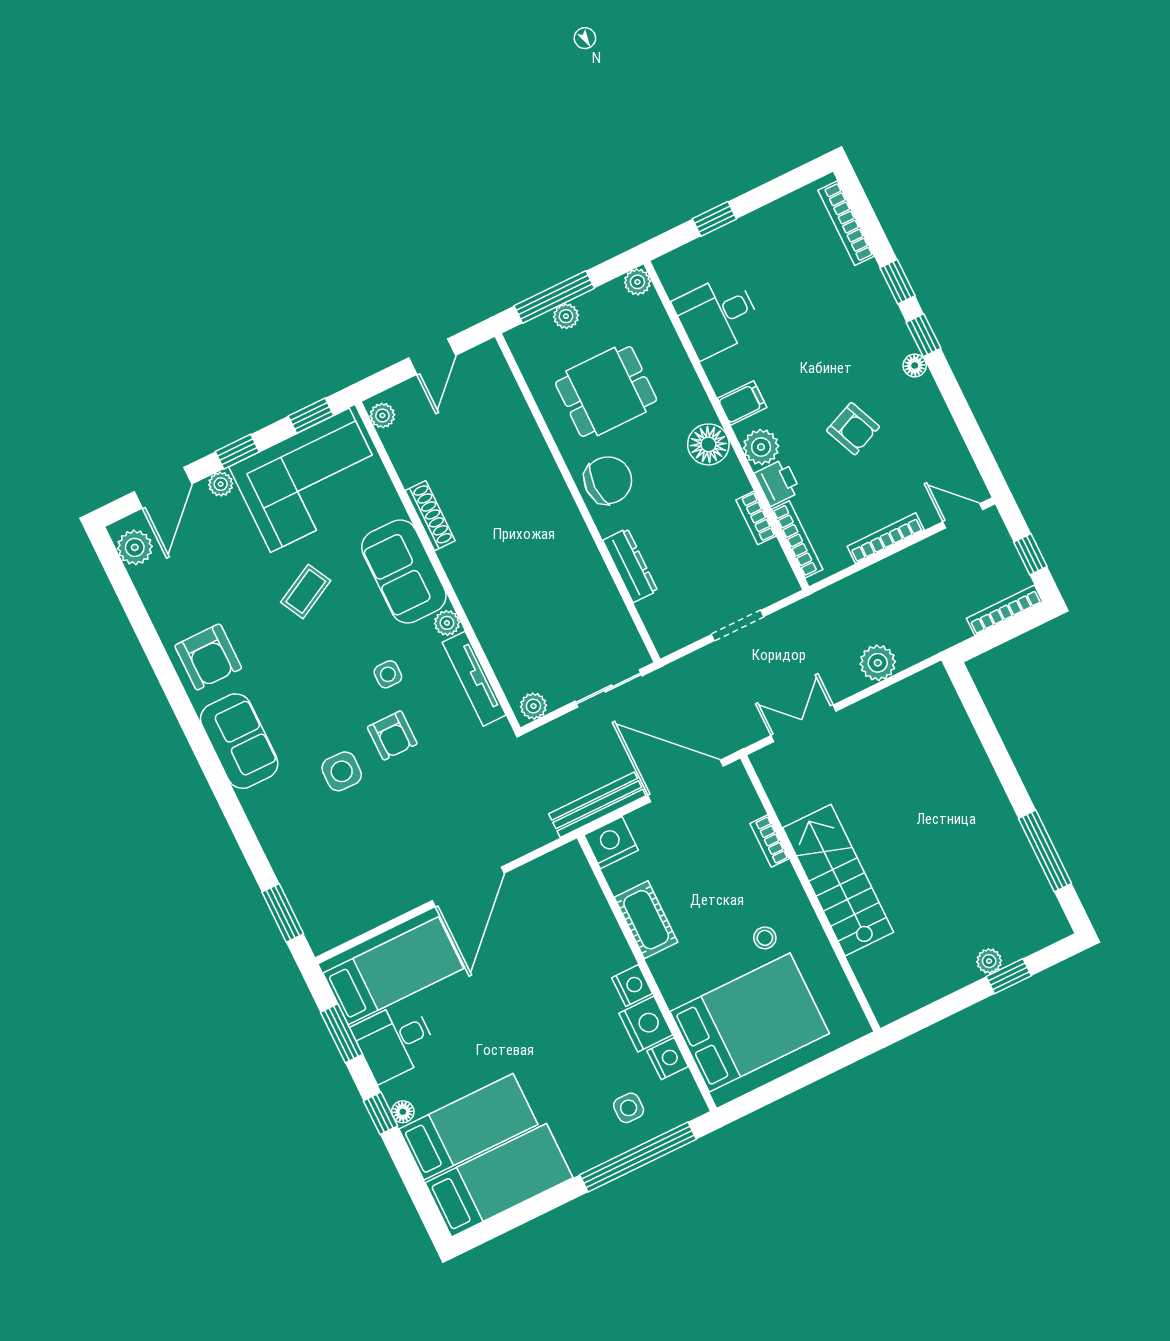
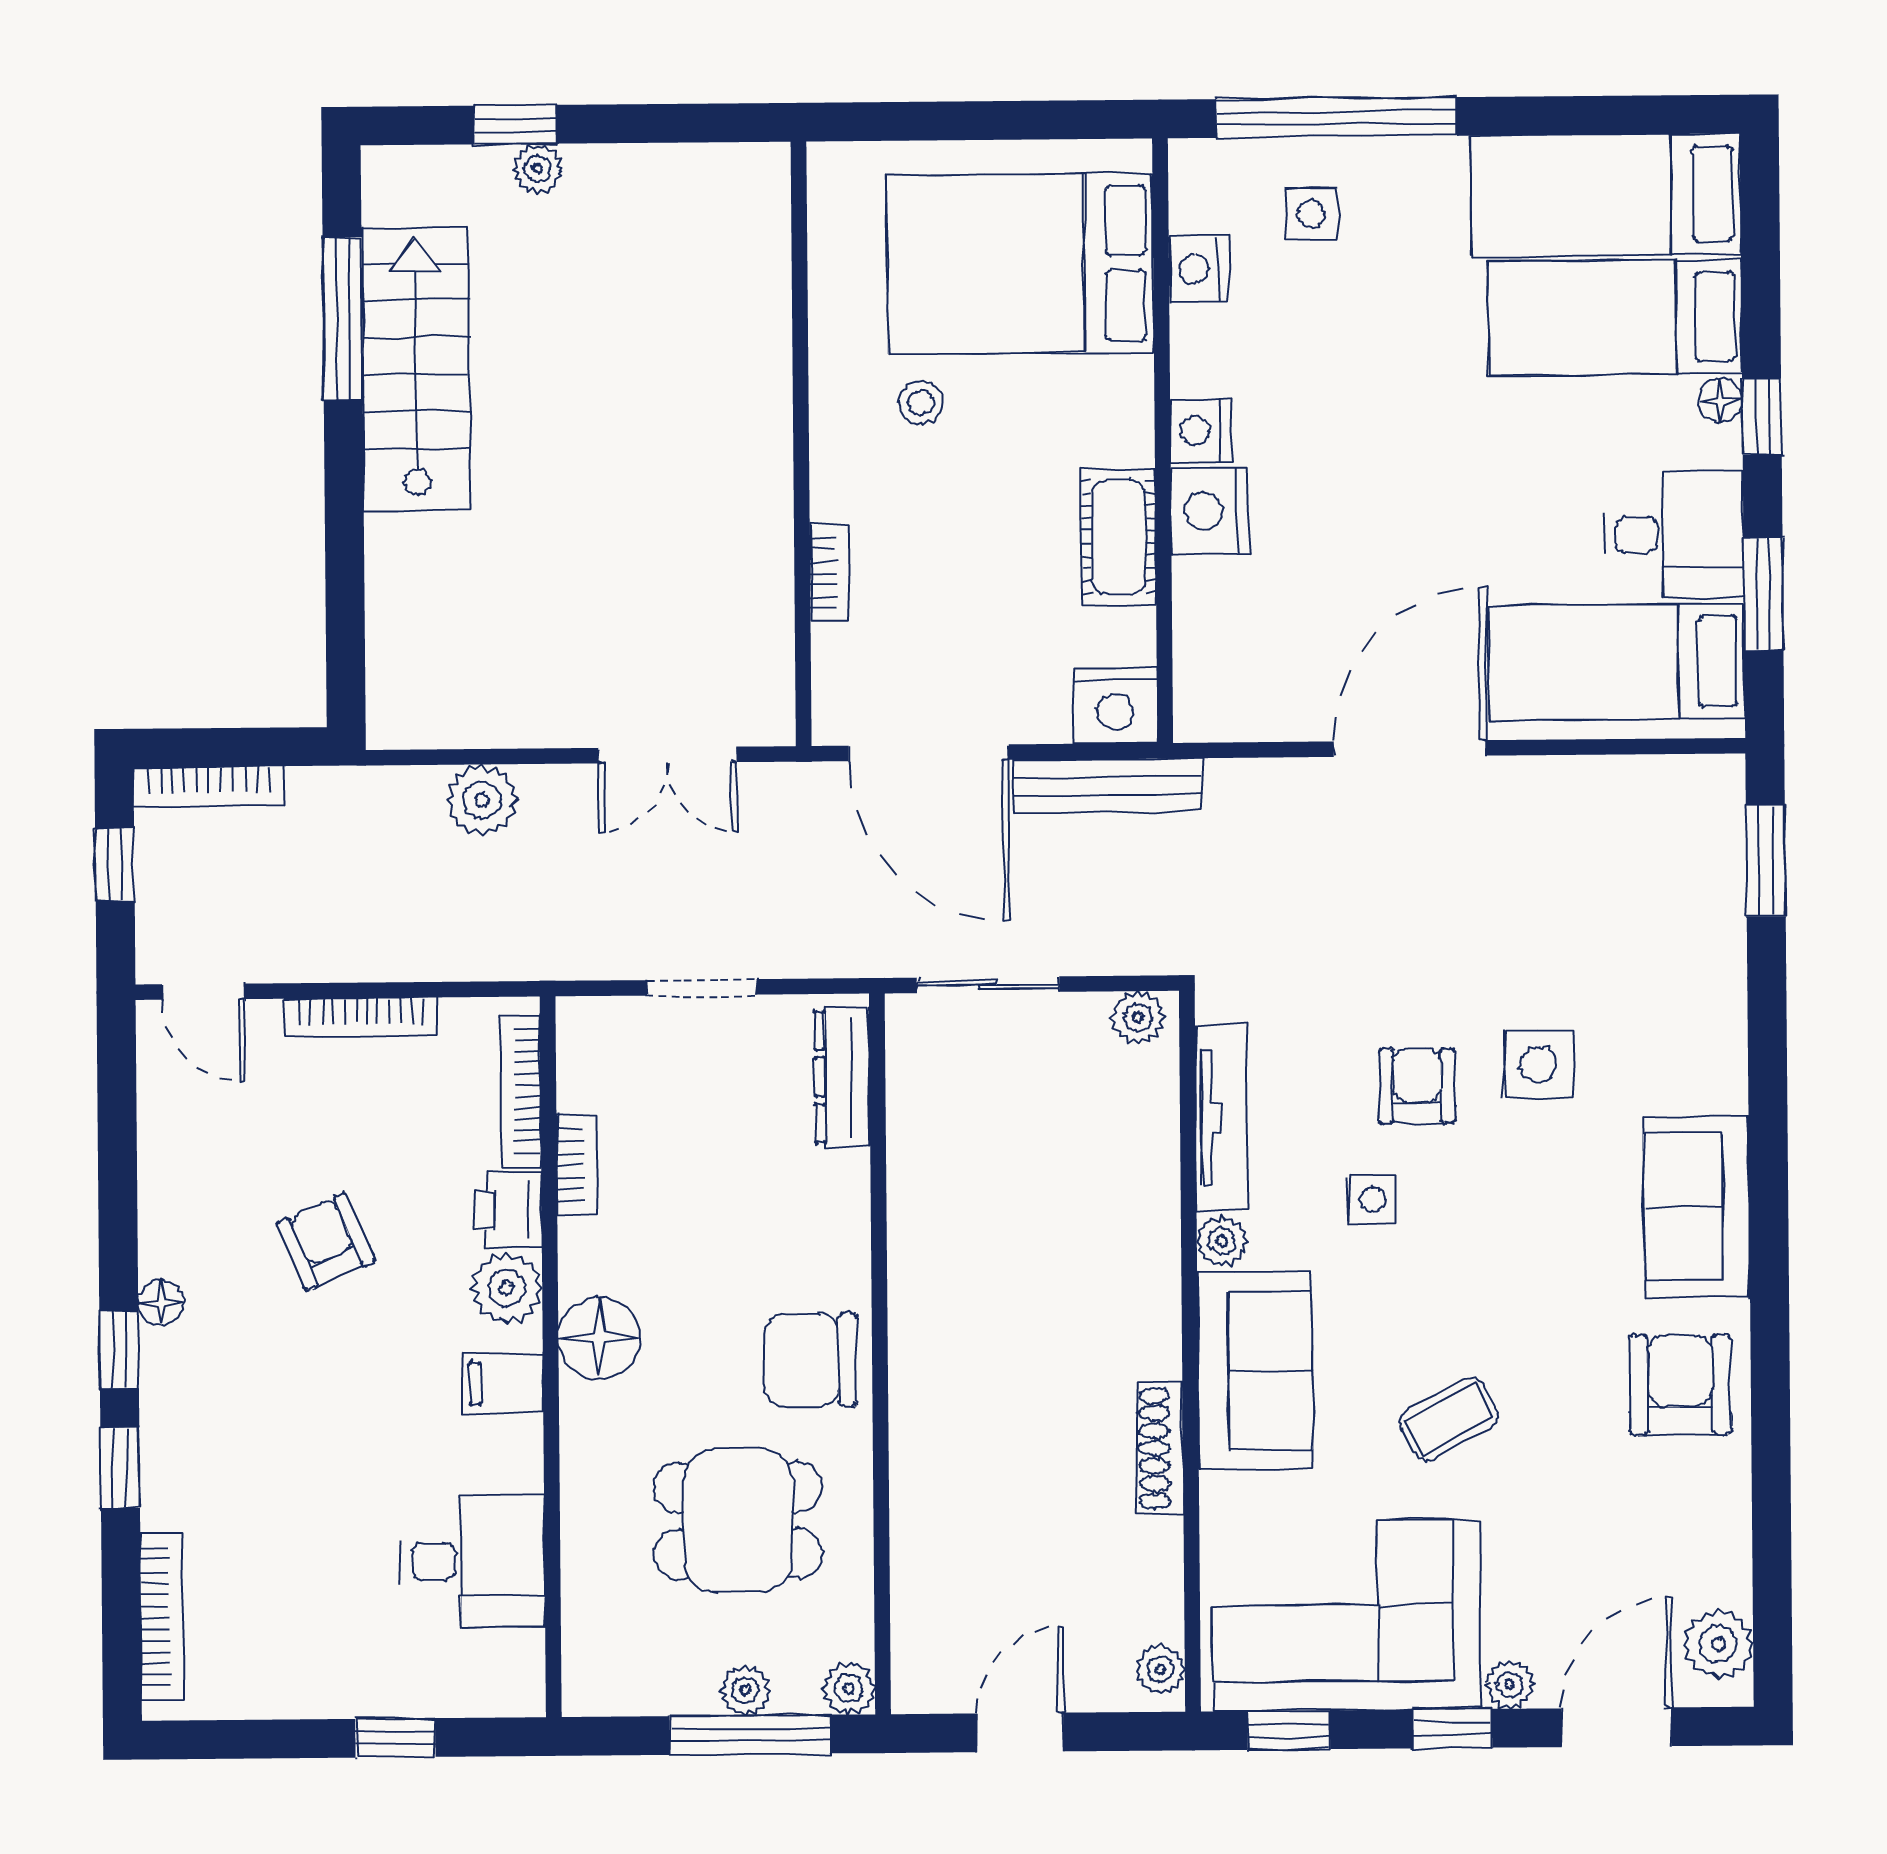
plant: (637, 282) -> (849, 1688), moved
dresser: (630, 566) -> (843, 1077), moved
stairs: (838, 880) -> (416, 368), moved, turned 180
nightstand: (646, 1024) -> (1210, 511), moved

